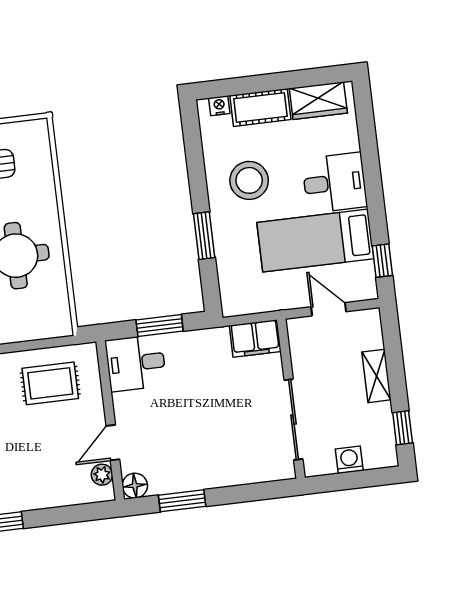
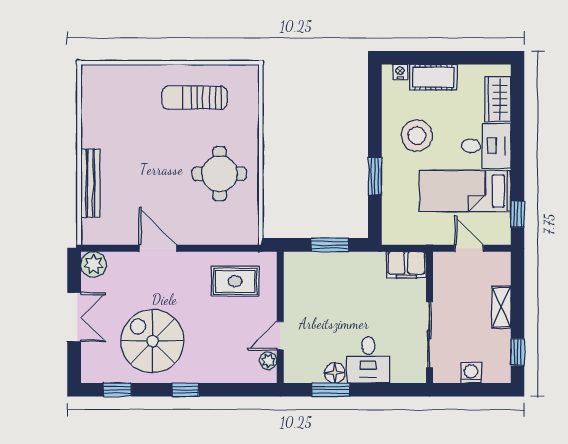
wardrobe: (318, 101) -> (498, 99), moved, turned 90
desk: (136, 363) -> (368, 360), moved, turned -90
floor lamp: (135, 486) -> (335, 373), moved

